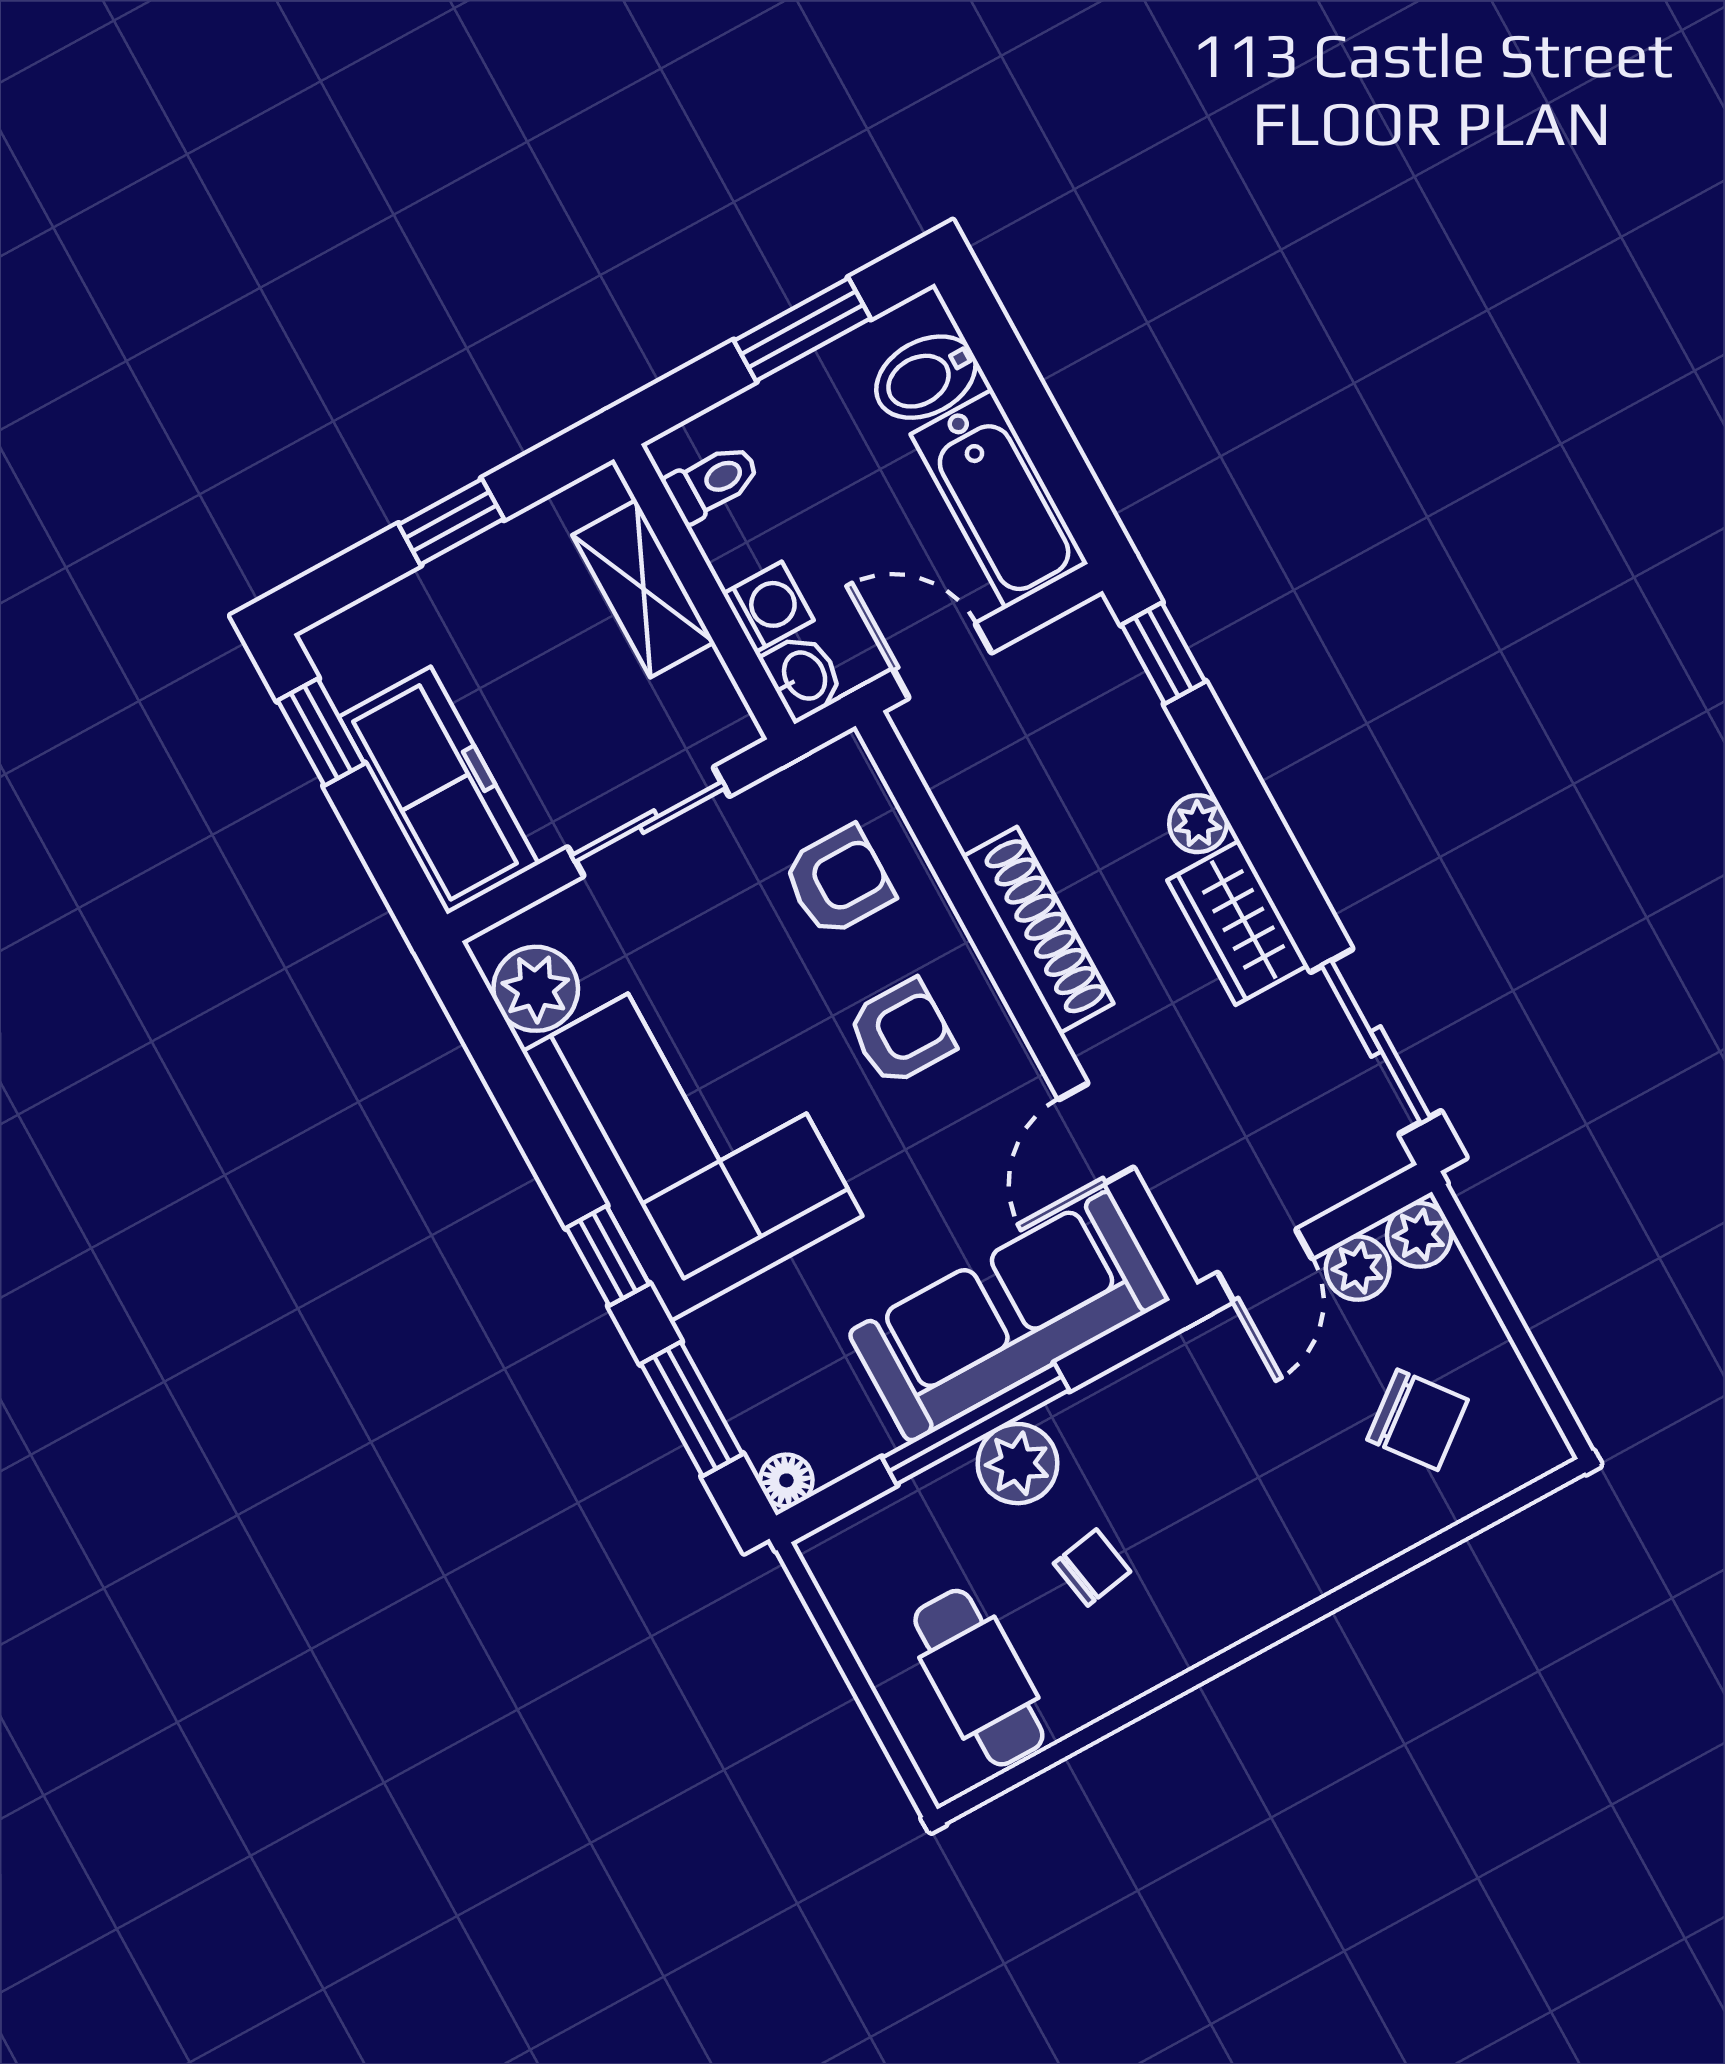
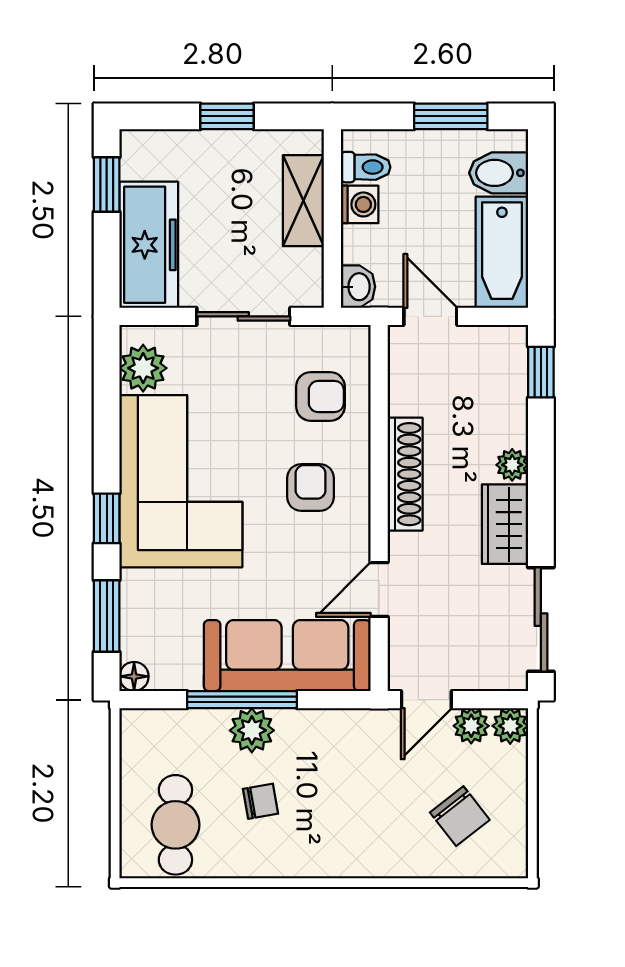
washing machine: (768, 607) -> (360, 204), moved
armchair: (901, 1032) -> (311, 488), turned -90

